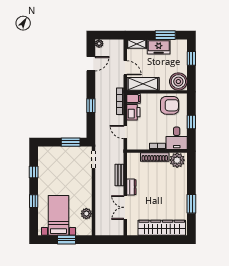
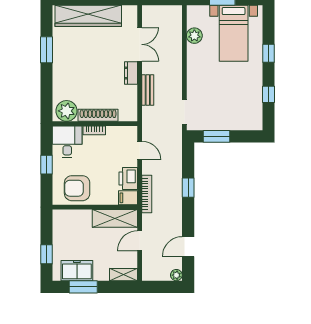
freezer: (159, 47) -> (77, 271), moved
door: (125, 68) -> (140, 241), hinge flipped
boiler: (178, 82) -> (65, 222), removed

